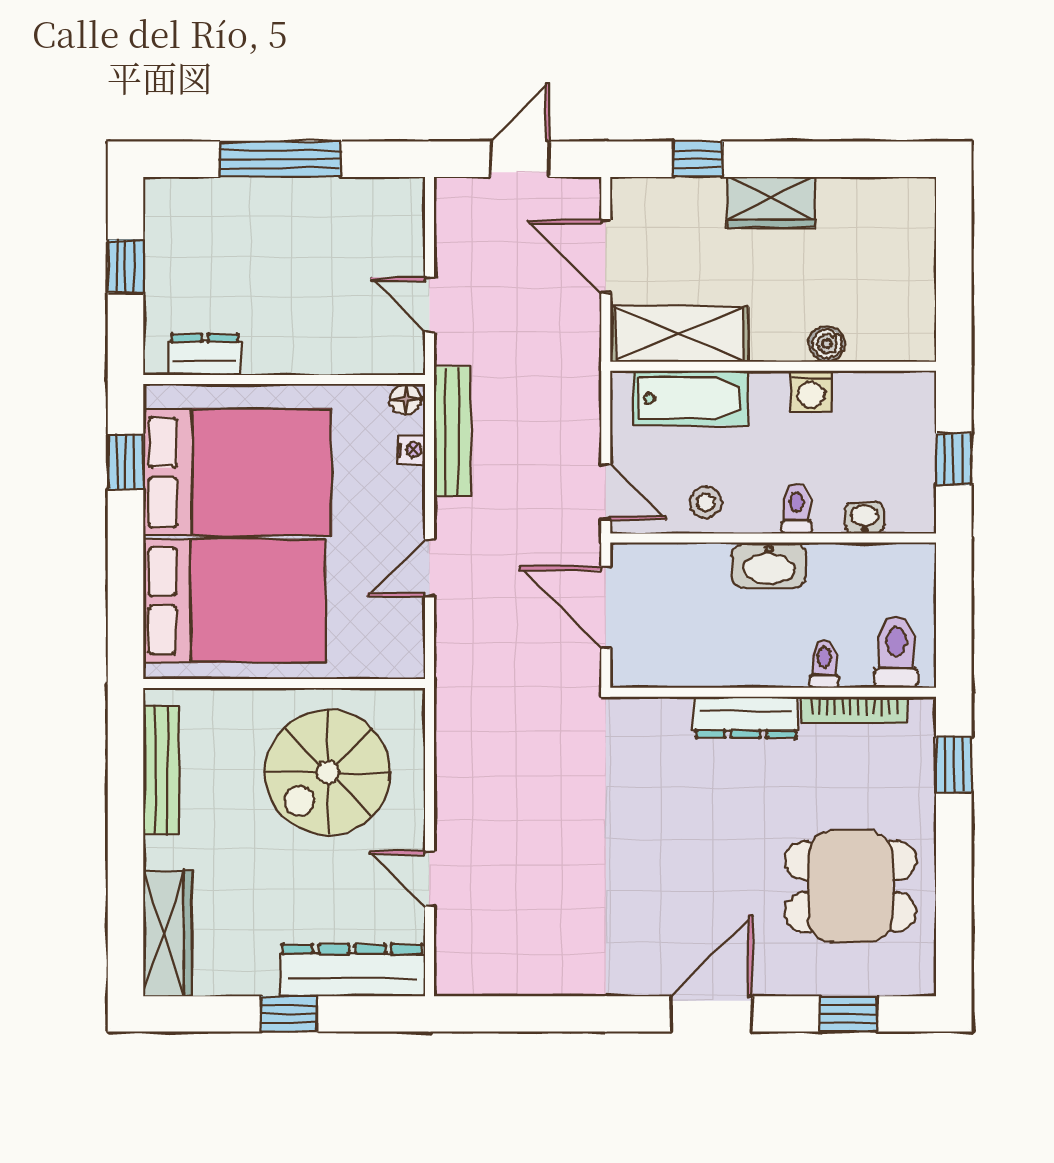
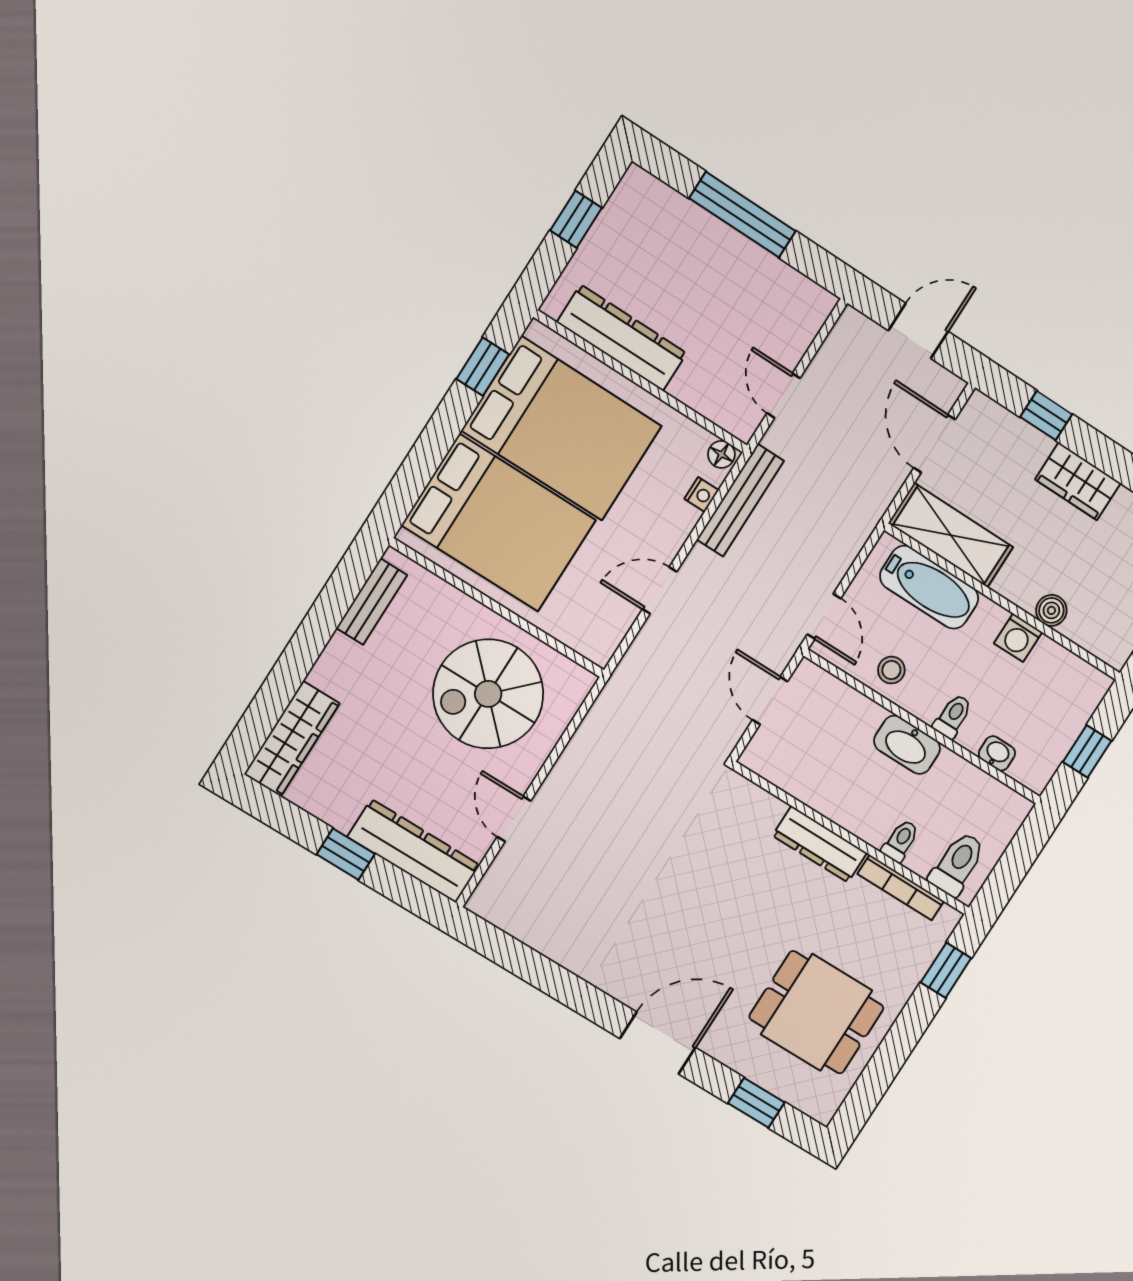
dresser: (205, 355) -> (622, 338), width x1.96, depth x1.24
door: (606, 607) -> (770, 701), width x0.73
bench: (161, 770) -> (372, 602), width x0.73

